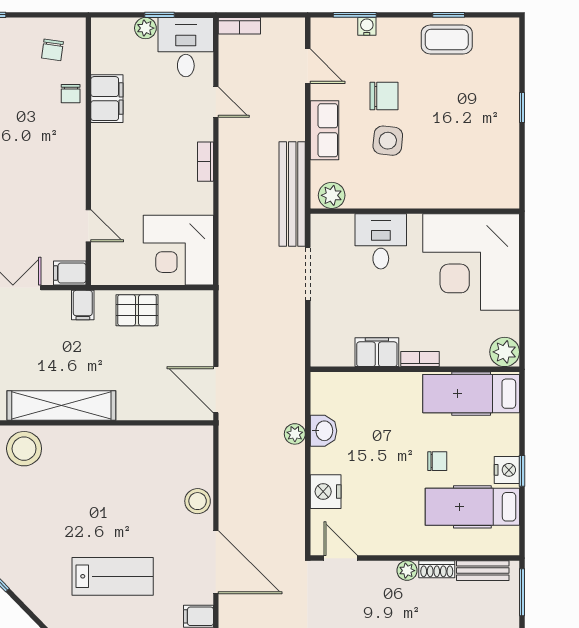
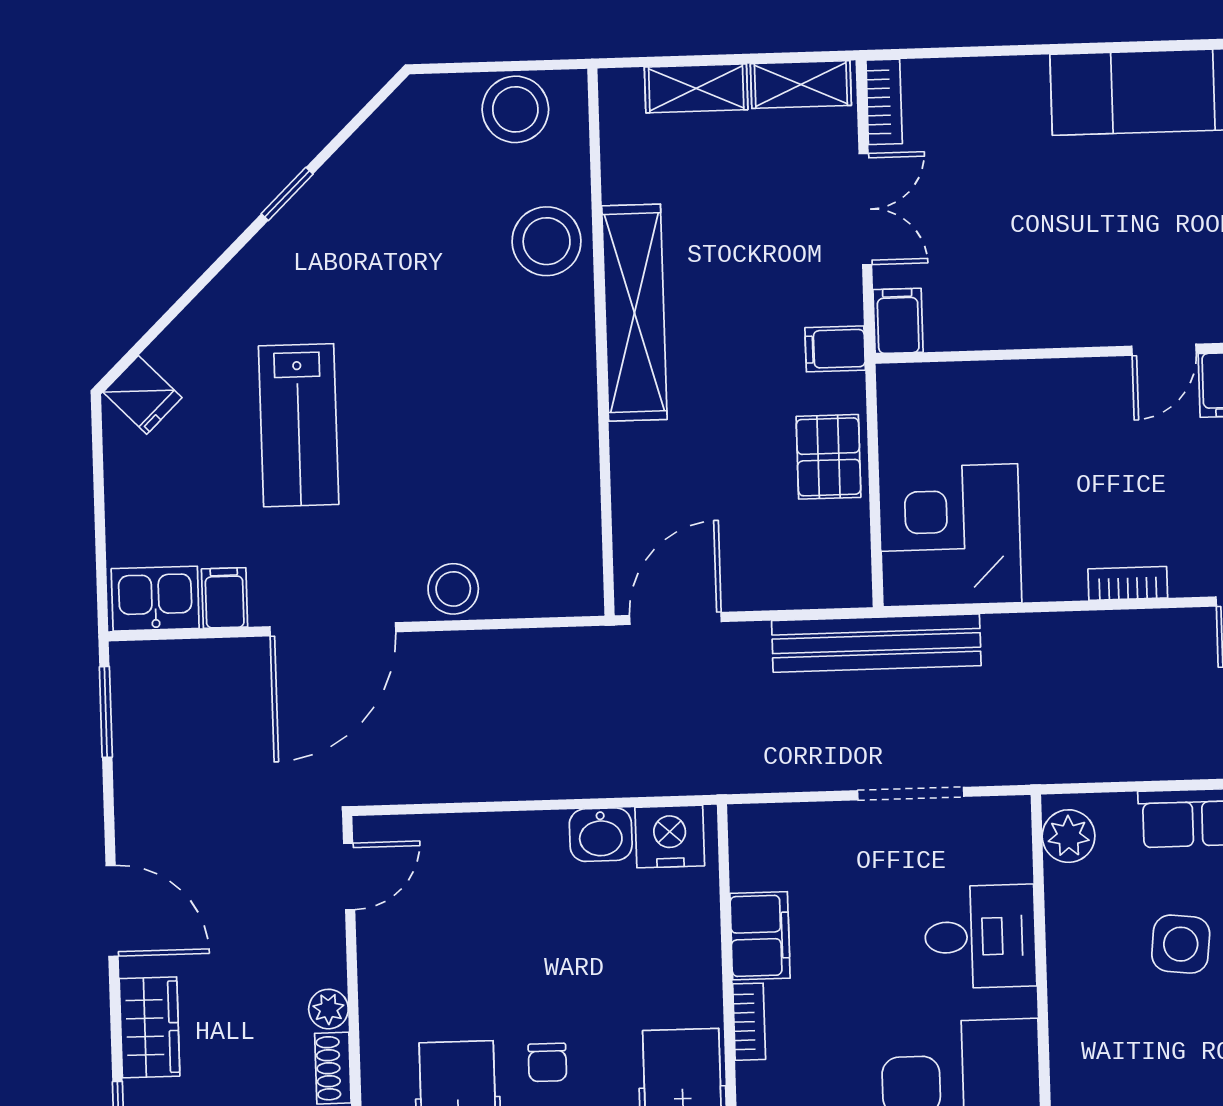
bench: (292, 194) -> (876, 643), moved
door: (88, 226) -> (1164, 350), moved
plant: (295, 434) -> (593, 778), removed
nightstand: (326, 492) -> (670, 837), moved

